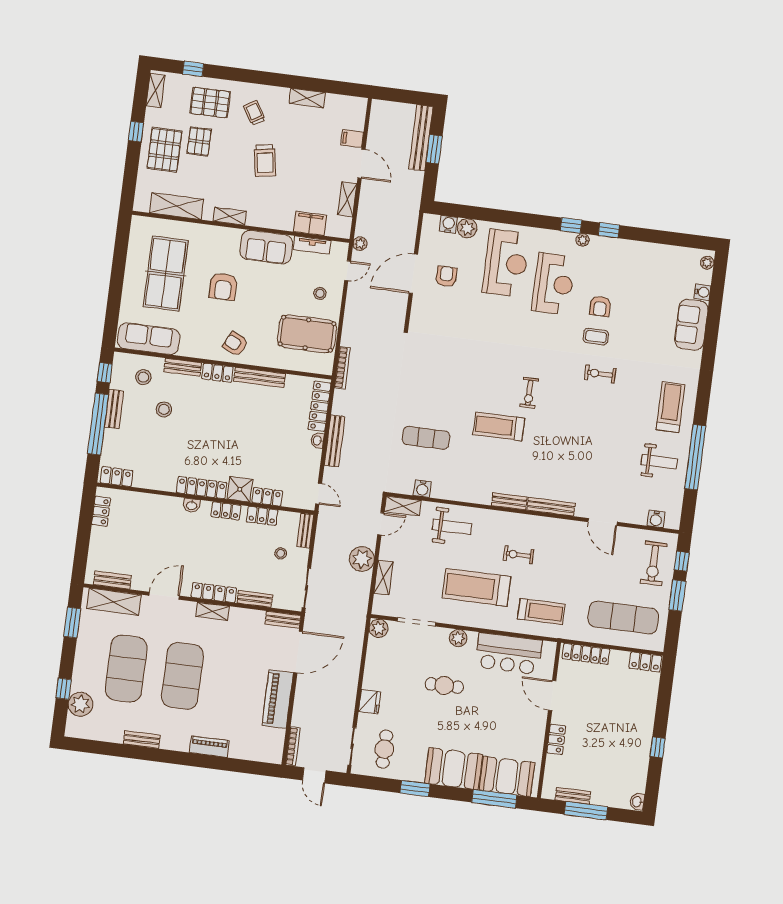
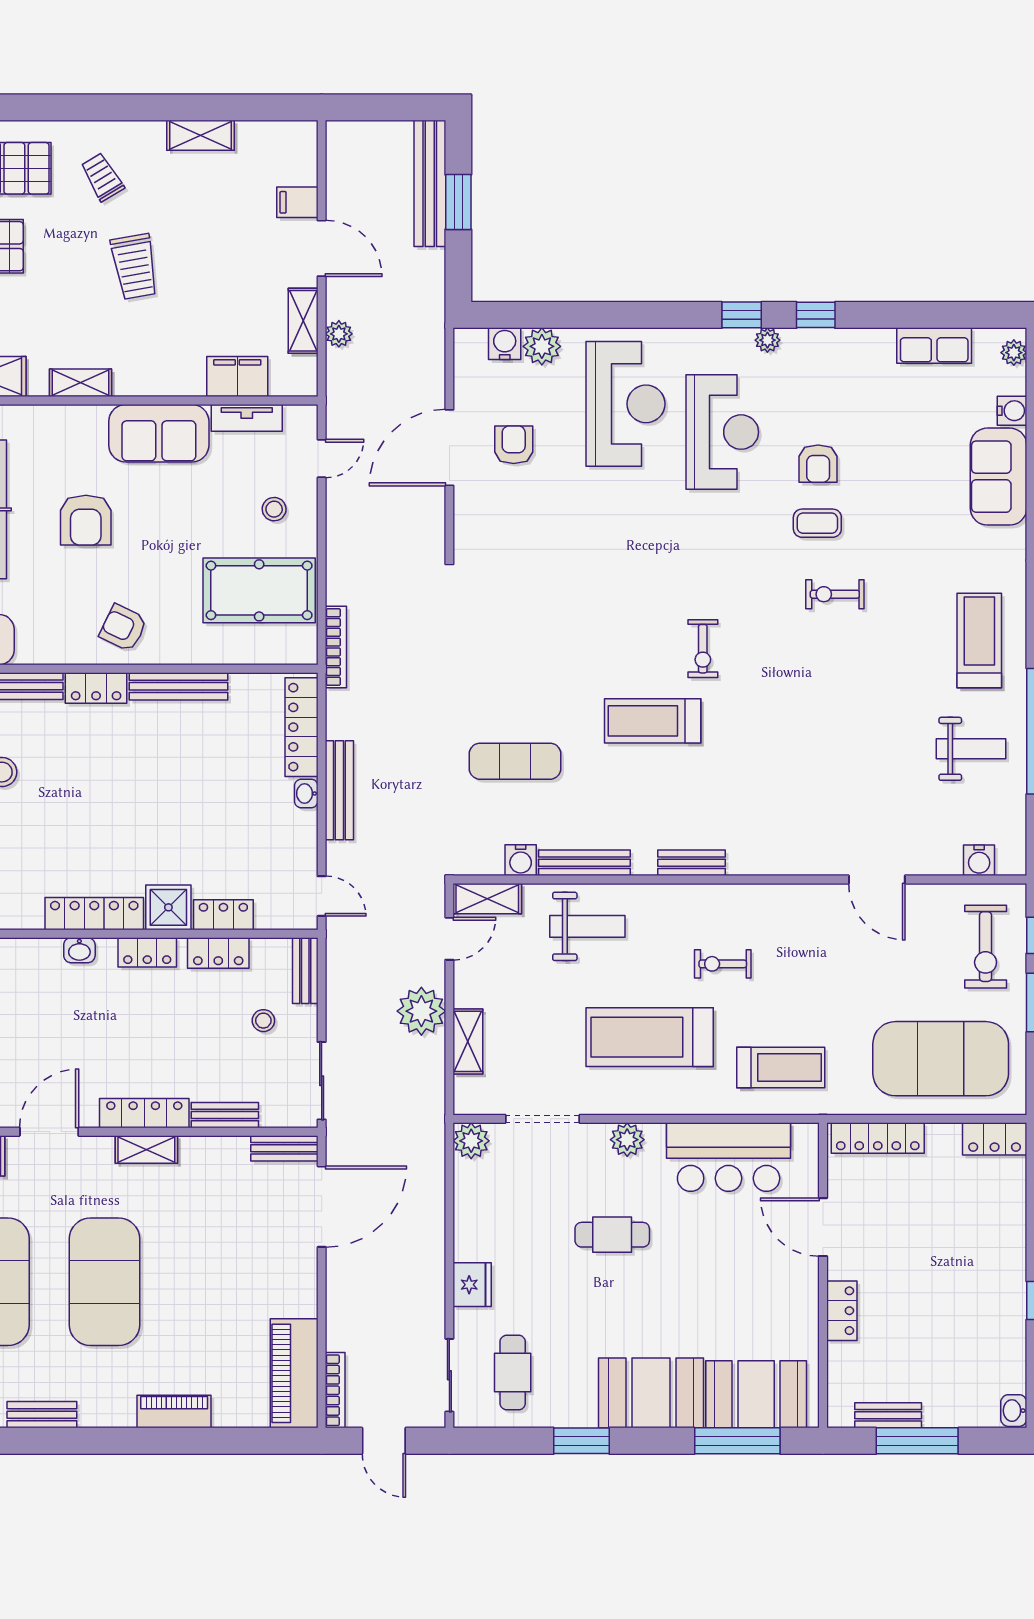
plant: (360, 244) -> (339, 334), moved
row of seats: (667, 254) -> (934, 346), added
bench: (551, 507) -> (584, 863), moved
exercise mat: (623, 618) -> (941, 1059), width x1.47
piano: (278, 699) -> (294, 1373), moved

